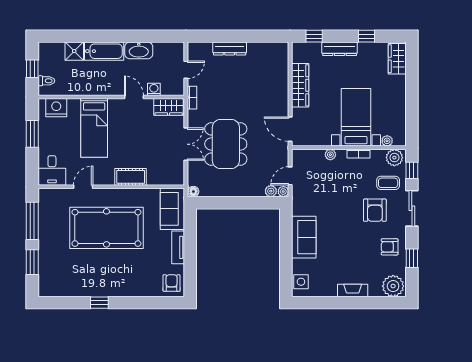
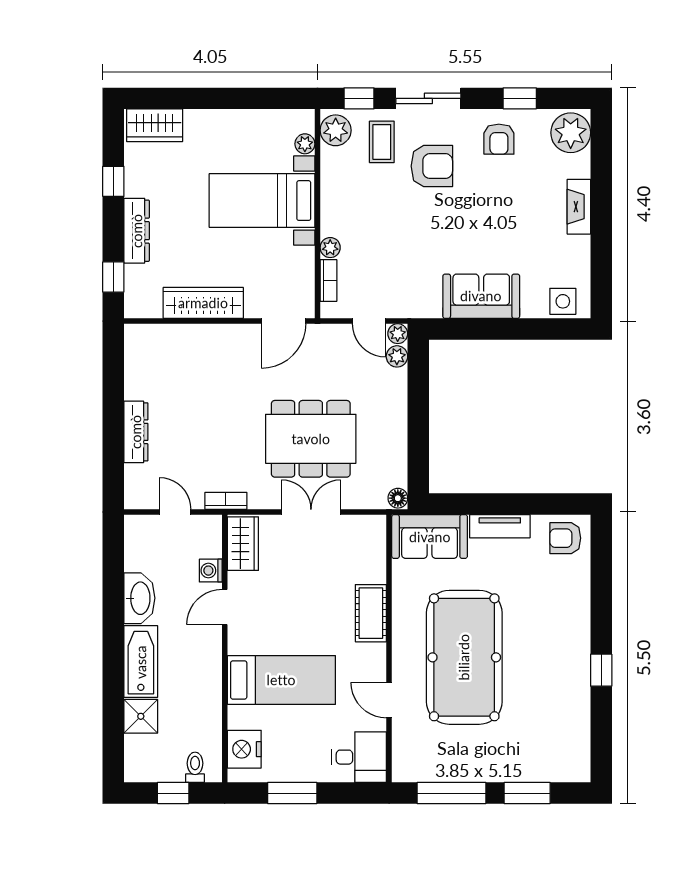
bookcase: (358, 154) -> (328, 281), moved

